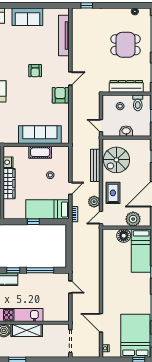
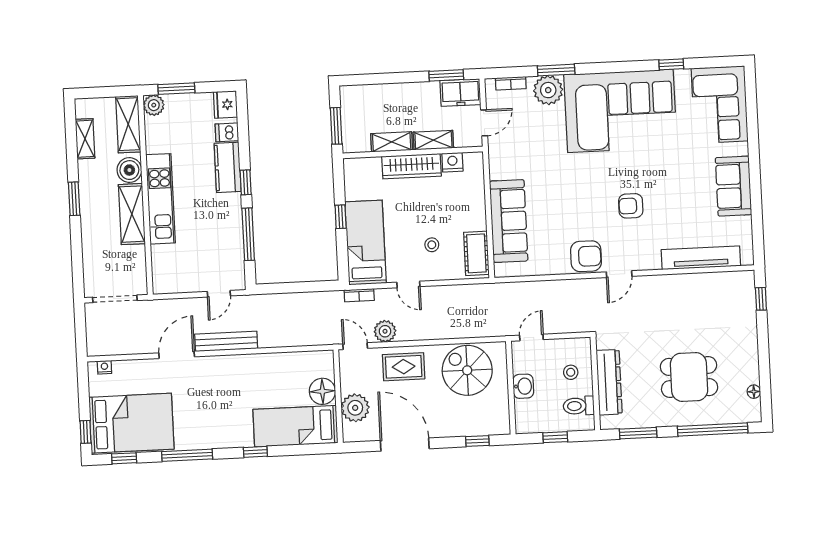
dining table: (126, 45) -> (689, 377), turned 90
door: (70, 78) -> (619, 274), hinge flipped
cot: (40, 152) -> (476, 253), moved
bench: (95, 165) -> (226, 341), moved
door: (101, 323) -> (177, 355), moved

